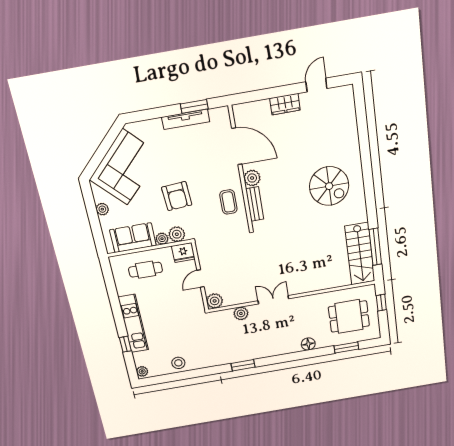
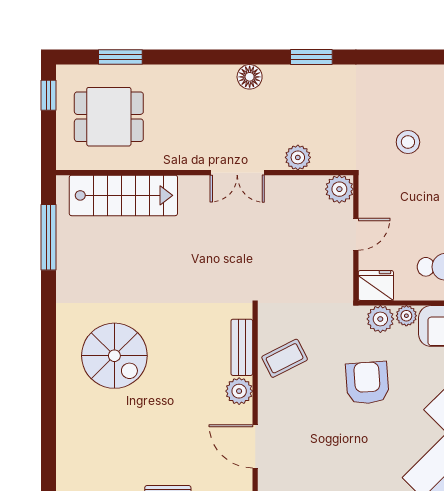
door: (237, 146) -> (255, 446), width x0.73
spiral stairs: (329, 186) -> (114, 356), turned 180
coffee table: (228, 202) -> (285, 358), turned 63
stairs: (360, 254) -> (123, 195), moved, turned 90
window: (381, 303) -> (48, 95), moved
floor lamp: (308, 344) -> (250, 77), moved
stool: (178, 363) -> (408, 142), moved

